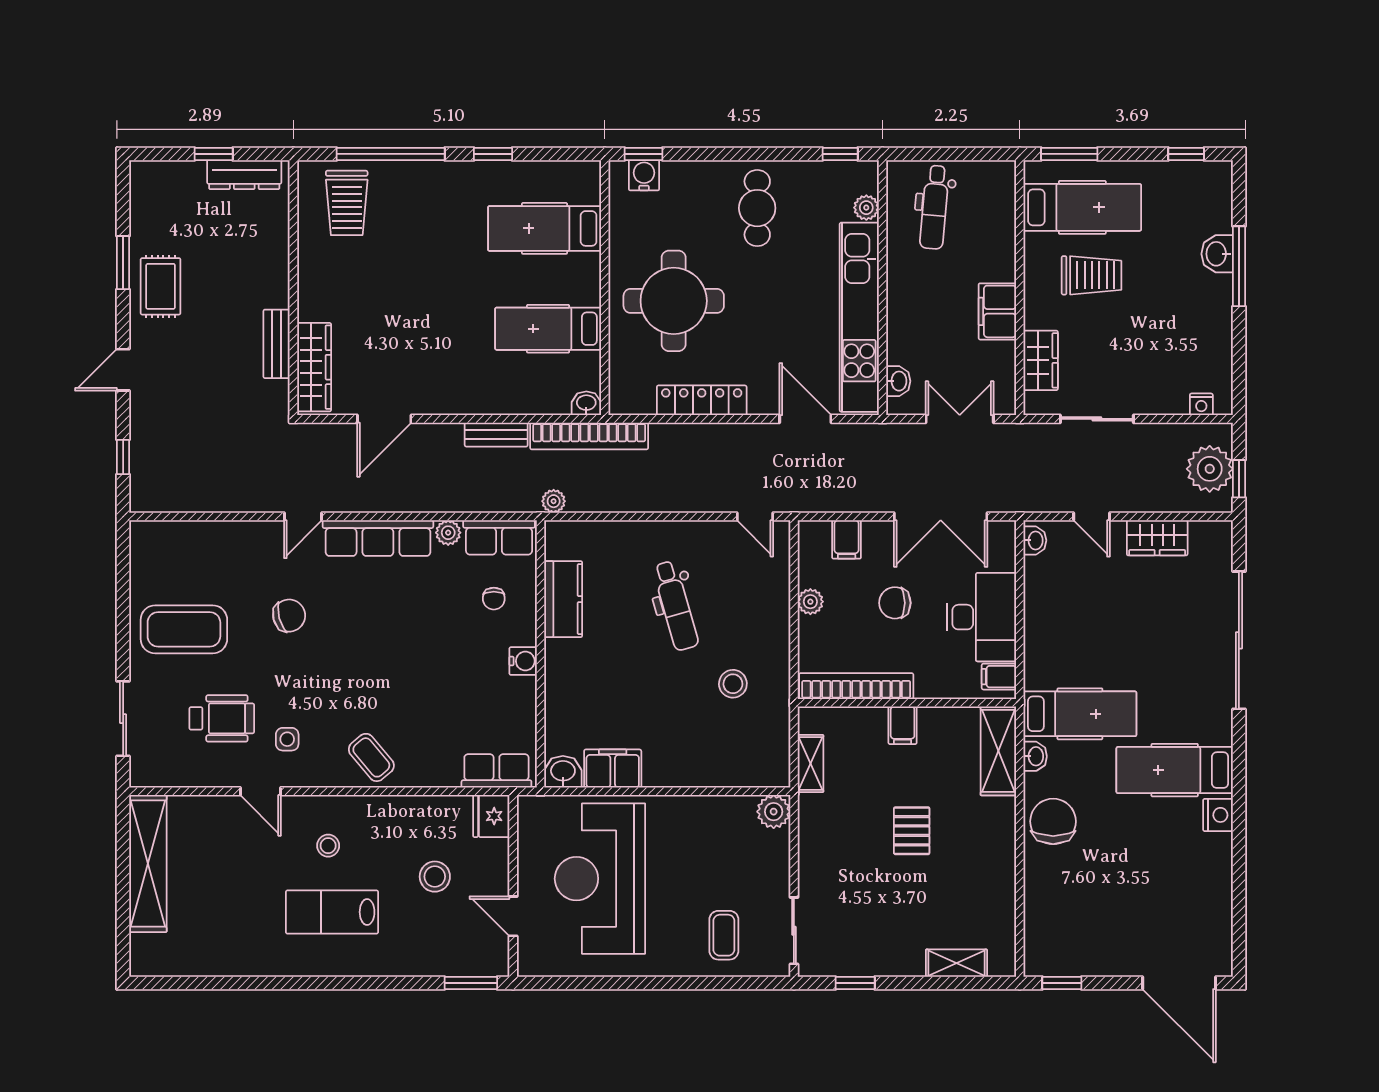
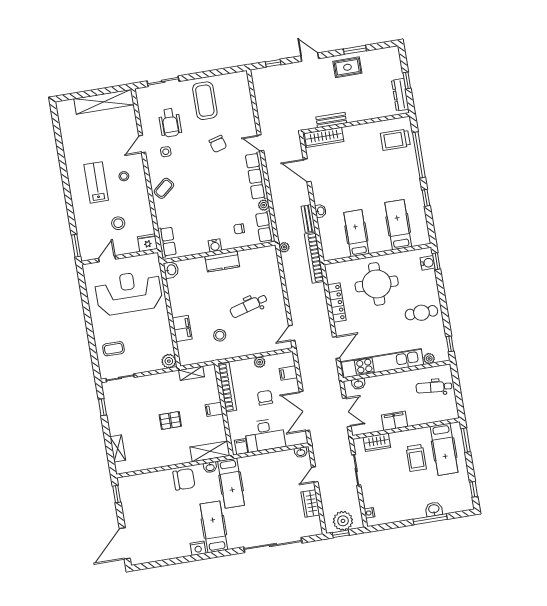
washbasin: (586, 403) -> (320, 211), moved
kitchen counter: (563, 599) -> (222, 262), moved
filing cabinet: (613, 769) -> (182, 329), moved

